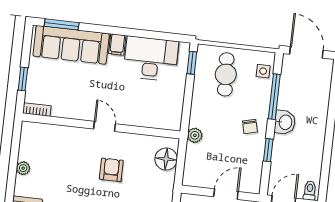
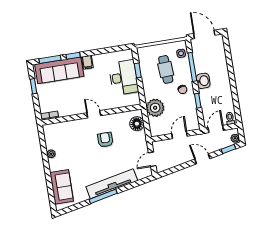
window: (98, 29) -> (73, 56), added
desk: (151, 59) -> (123, 77), moved, turned 90
window: (192, 63) -> (138, 70), moved
cafe table: (226, 74) -> (166, 69), moved
window: (23, 79) -> (34, 86), moved
plant: (195, 135) -> (155, 108), width x1.87, depth x1.87

